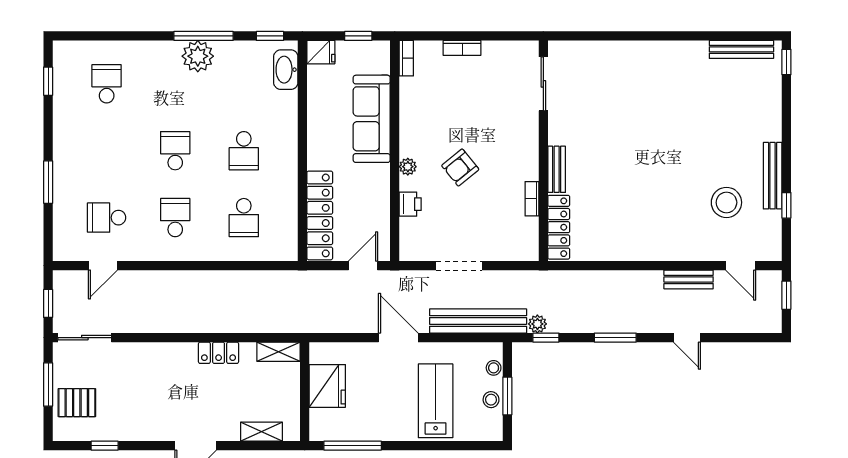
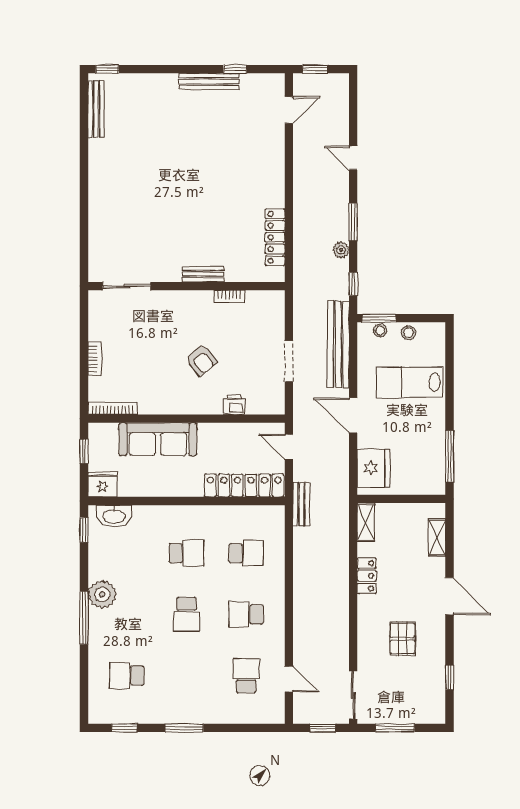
window: (204, 36) -> (84, 618), moved
fridge: (321, 52) -> (102, 485), width x1.38
bookcase: (406, 58) -> (113, 408), width x1.56
school desk: (175, 151) -> (186, 614), turned -90
plant: (408, 167) -> (201, 407), removed
window: (48, 182) -> (184, 728), moved
stool: (726, 202) -> (233, 123), removed
school desk: (107, 218) -> (246, 676), turned 180
locker: (559, 227) -> (275, 237), moved, turned -90
bench: (689, 279) -> (301, 504), moved
plant: (537, 324) -> (341, 250), moved
door: (398, 338) -> (353, 415), hinge flipped
door: (687, 338) -> (353, 158), swing flipped
fridge: (327, 386) -> (373, 468), moved, turned 90
window: (507, 396) -> (379, 318), moved
pallet: (77, 403) -> (402, 639), moved

